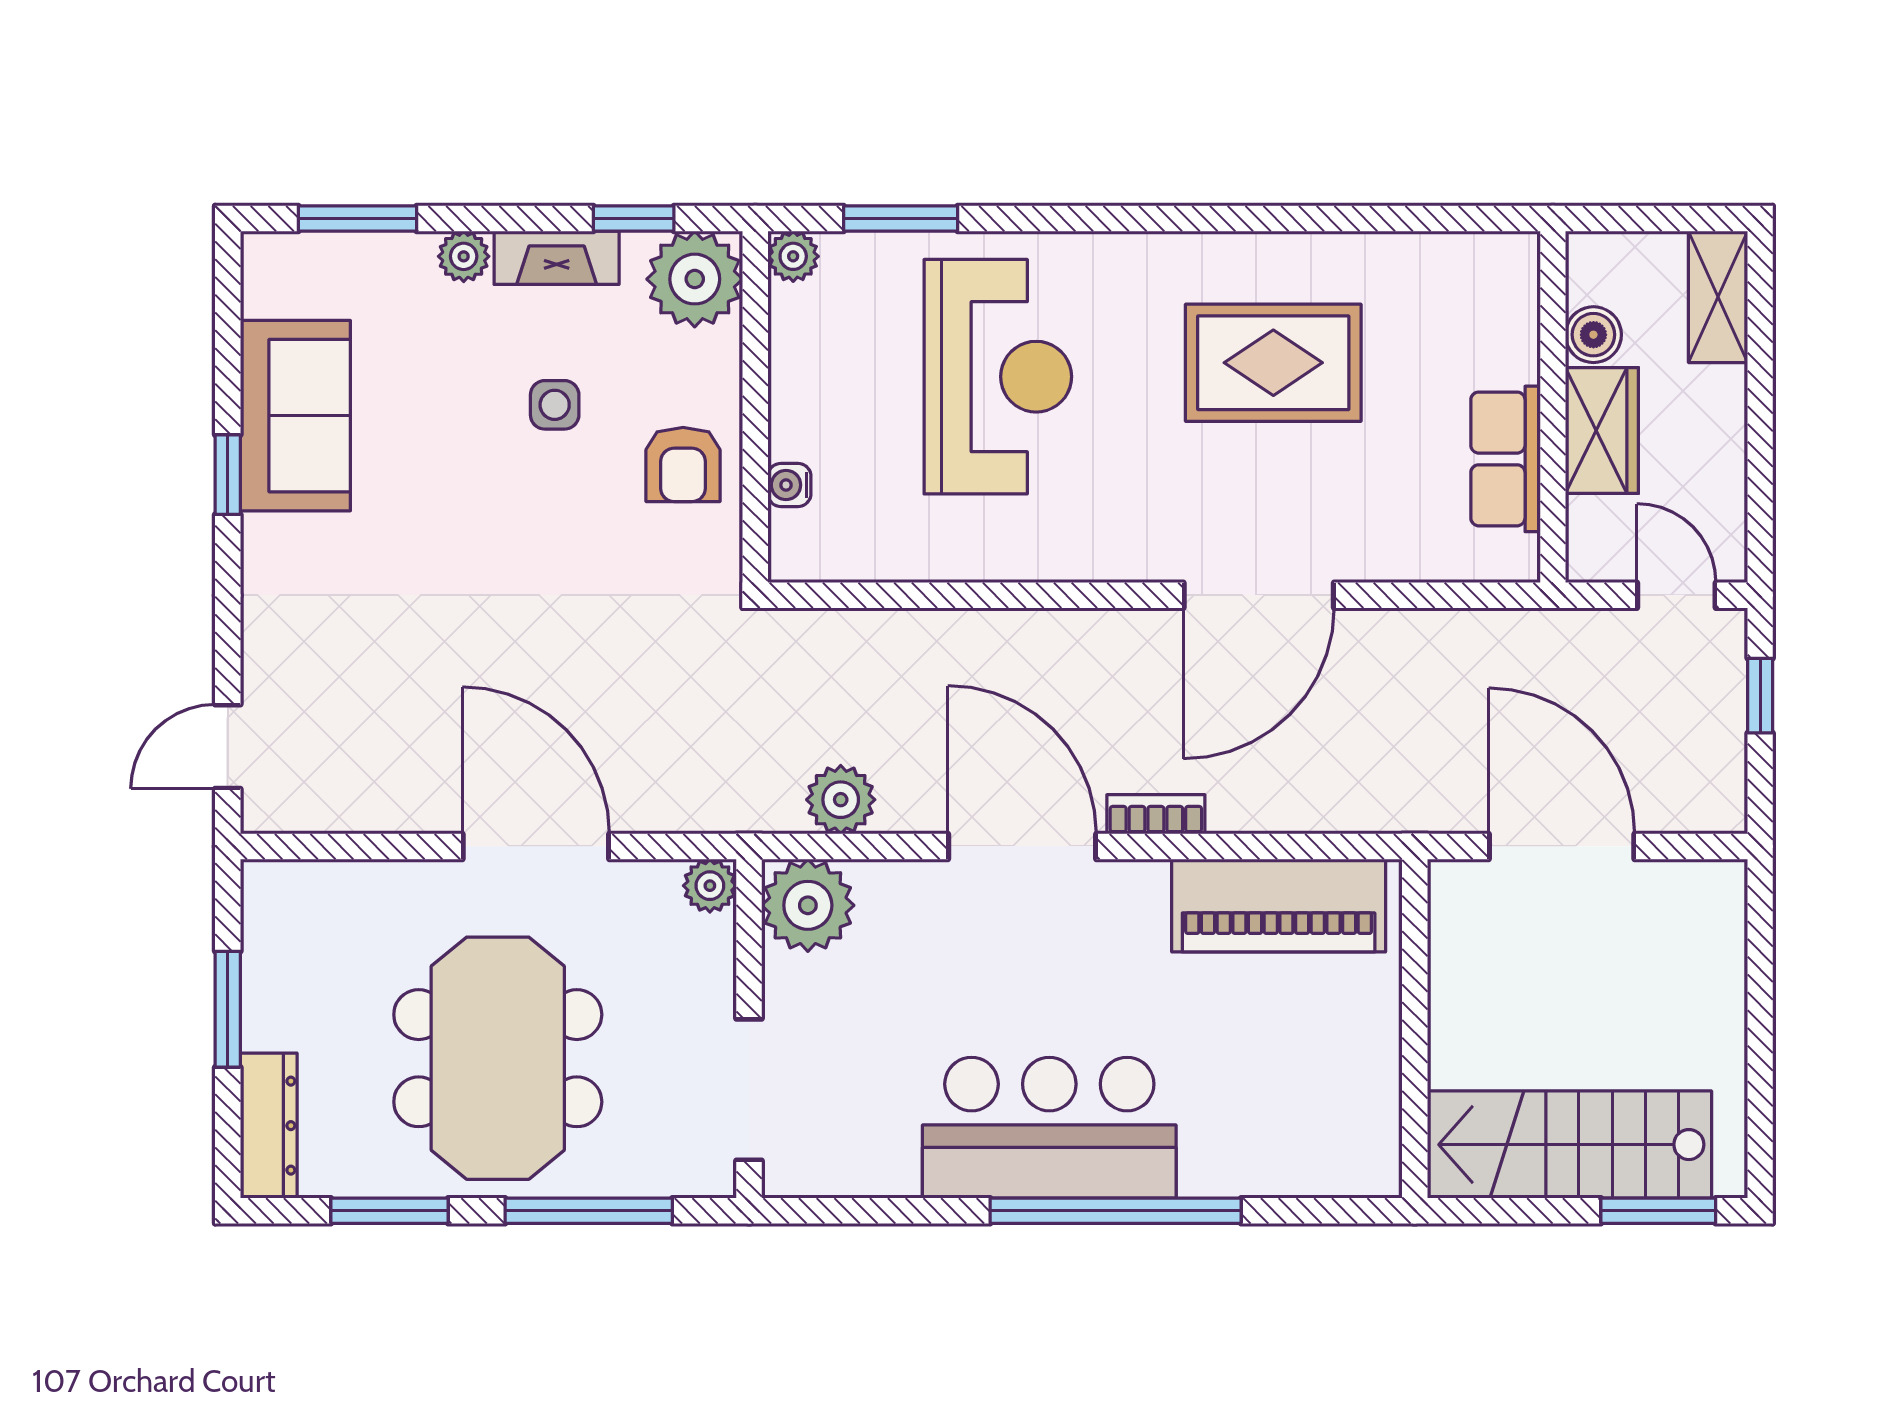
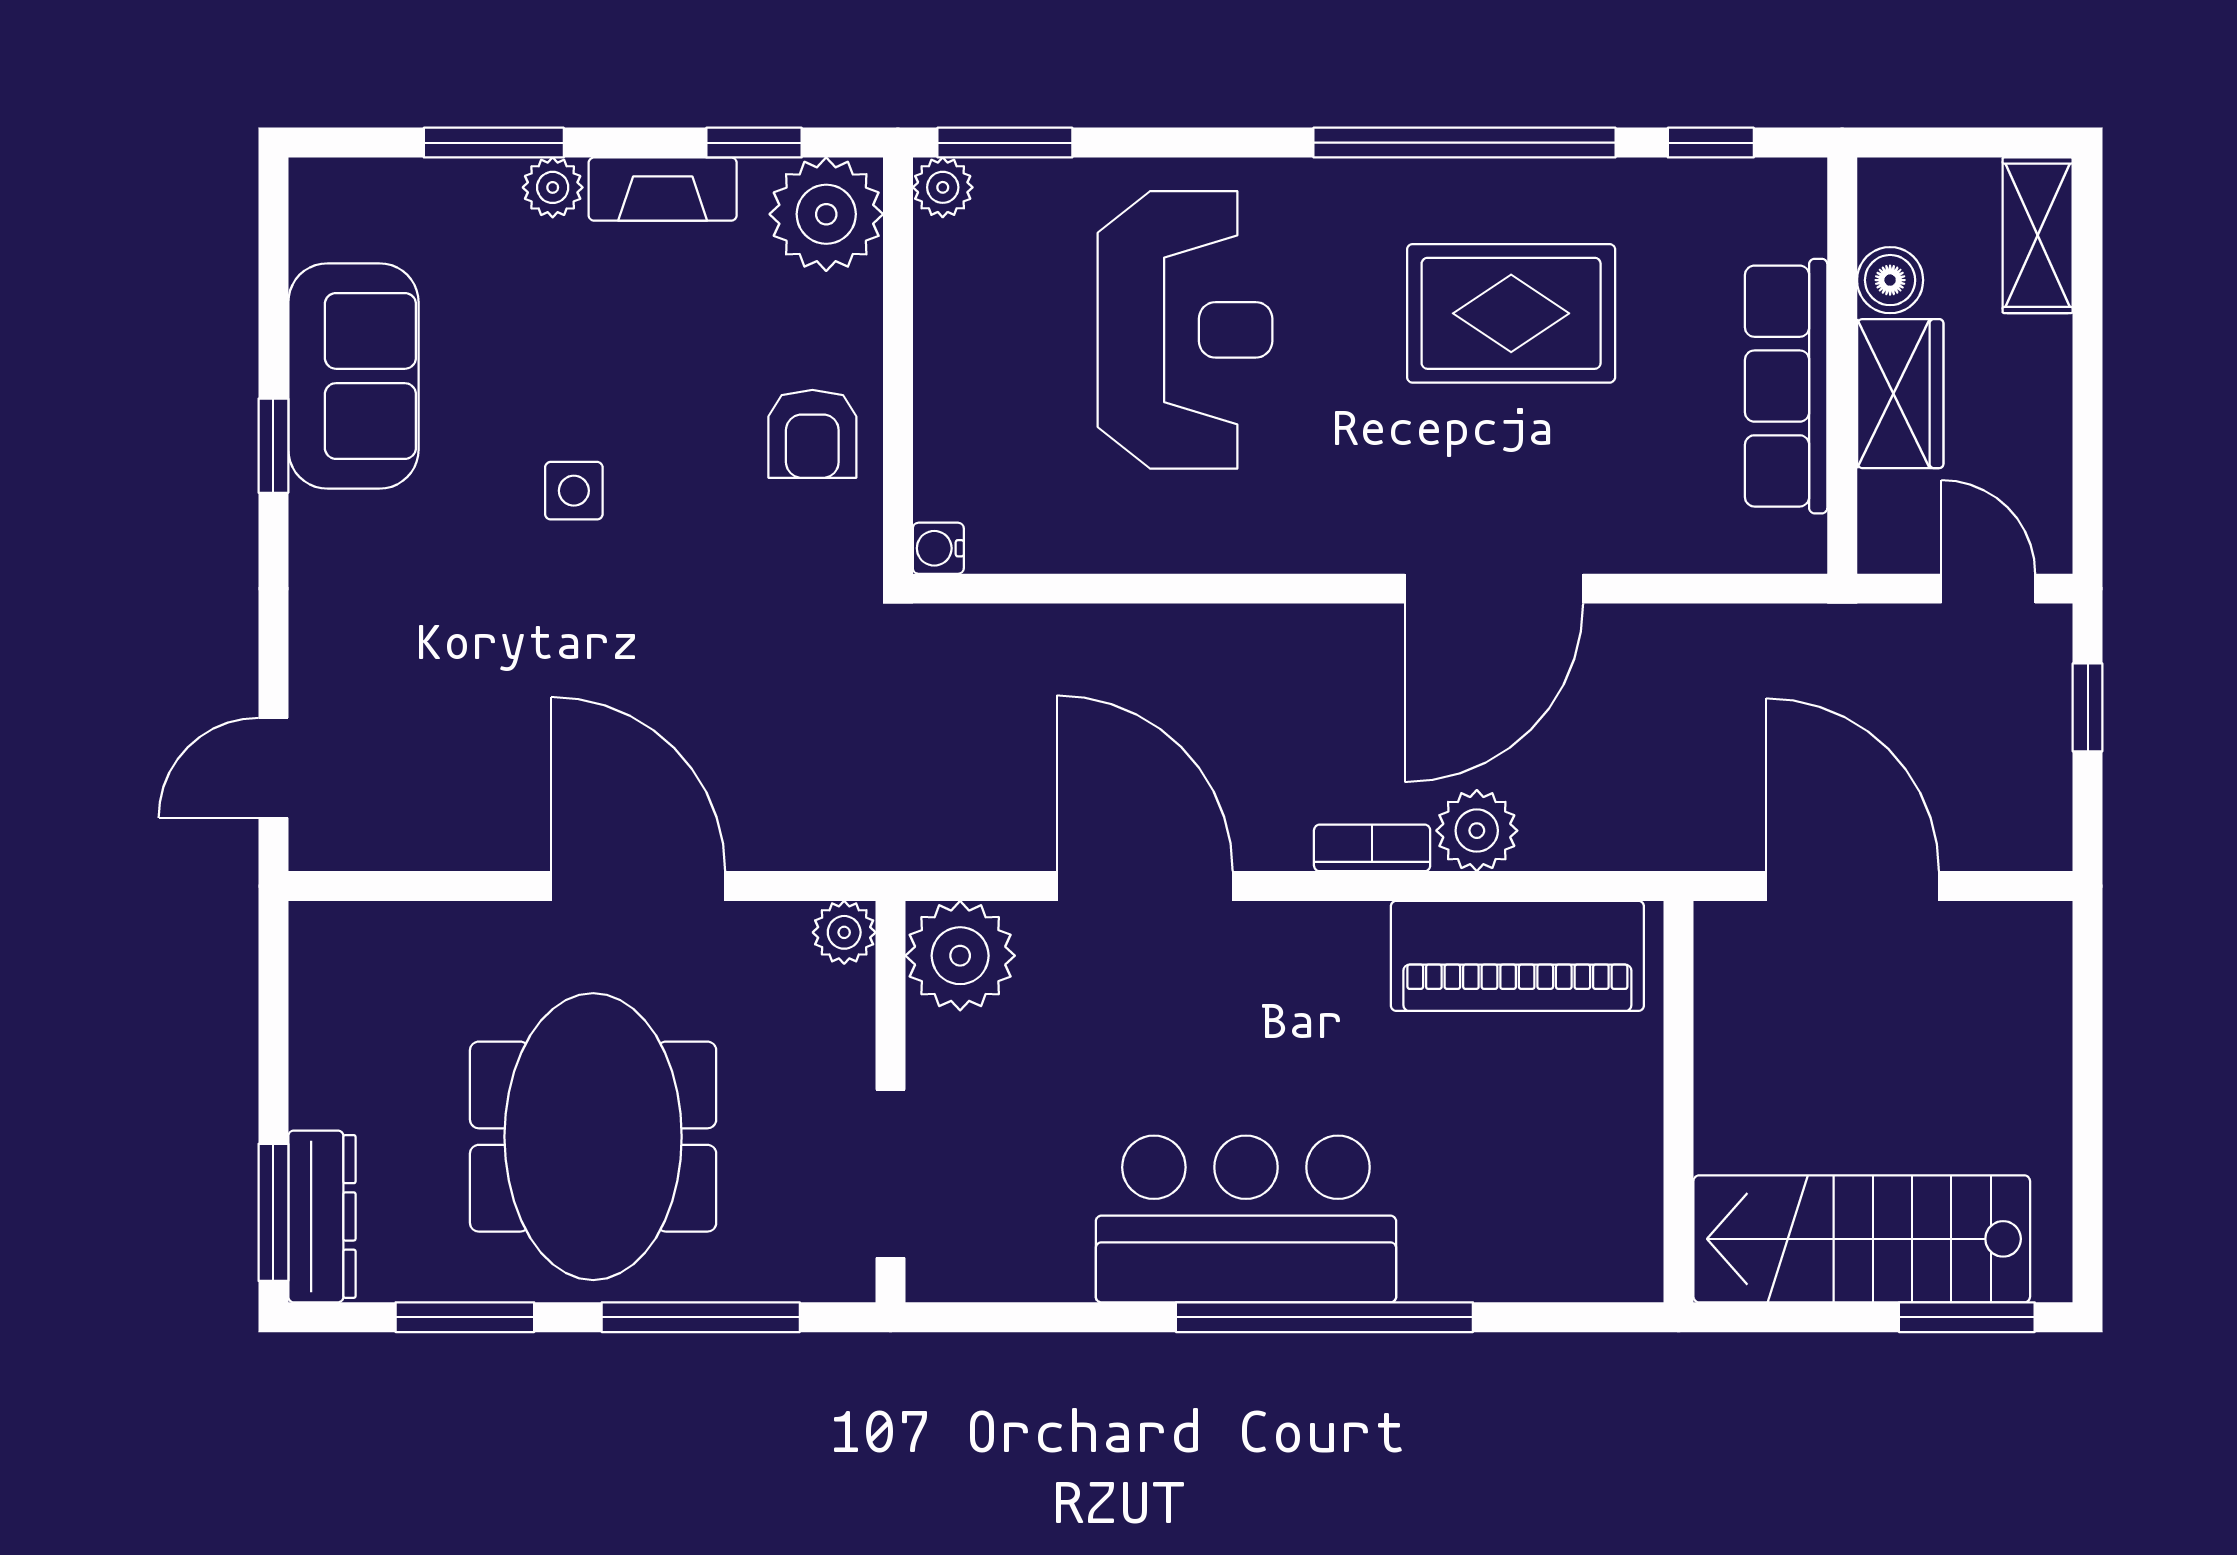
window: (357, 218) -> (494, 143), moved
window: (901, 218) -> (1005, 143), moved
window: (1234, 218) -> (1465, 143), added
window: (1442, 218) -> (1711, 143), added
side table: (555, 405) -> (574, 491), moved
row of seats: (1506, 459) -> (1786, 386), width x1.48
water cooler: (789, 485) -> (938, 548), moved
plant: (841, 800) -> (1477, 831), moved
door: (1022, 846) -> (1145, 886), moved
window: (228, 1009) -> (273, 1212), moved

